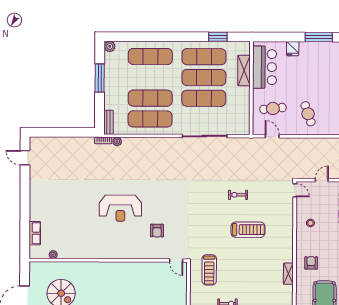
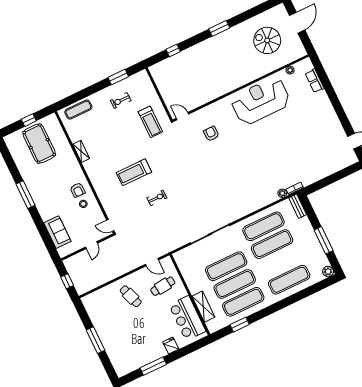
reception desk: (120, 208) -> (261, 101), moved, width x1.36, depth x1.30
armchair: (311, 263) -> (78, 190), moved
treadmill: (209, 270) -> (150, 122), turned 180

